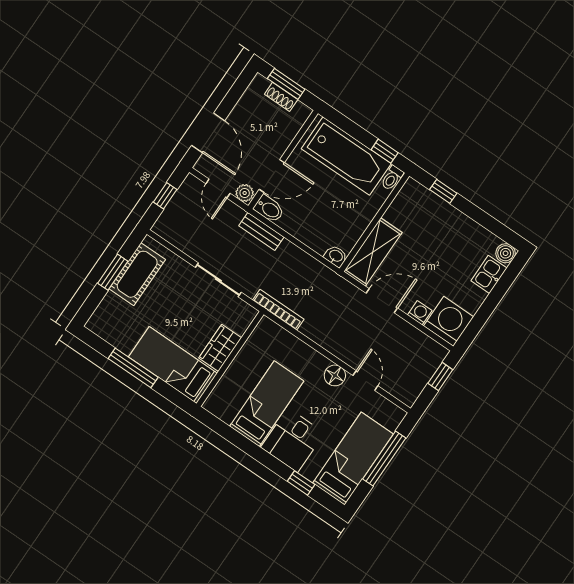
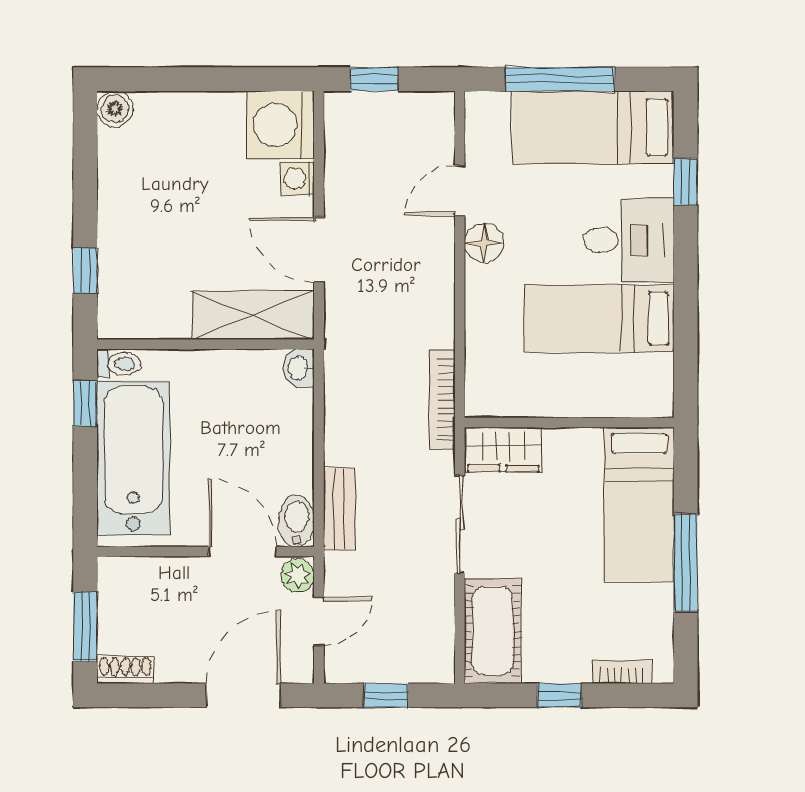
shoe rack: (281, 97) -> (125, 670), moved, turned -90
window: (113, 272) -> (559, 695), width x0.67
cot: (137, 274) -> (492, 631), moved, turned 90
kitchen sink: (489, 274) -> (165, 112), removed
bookcase: (104, 307) -> (622, 672), added
wardrobe: (220, 348) -> (503, 450), moved

